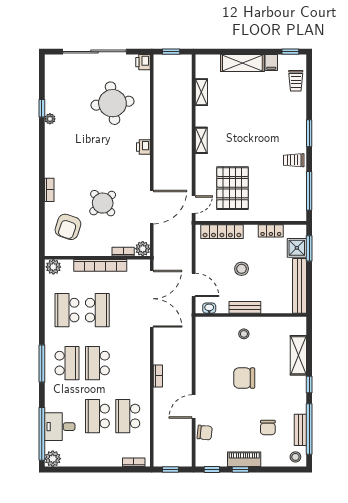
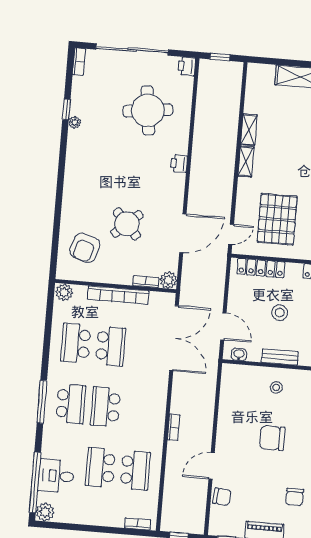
shelving: (201, 92) -> (249, 130), moved
bookcase: (49, 190) -> (79, 62), moved
school desk: (128, 416) -> (135, 470), turned 180

